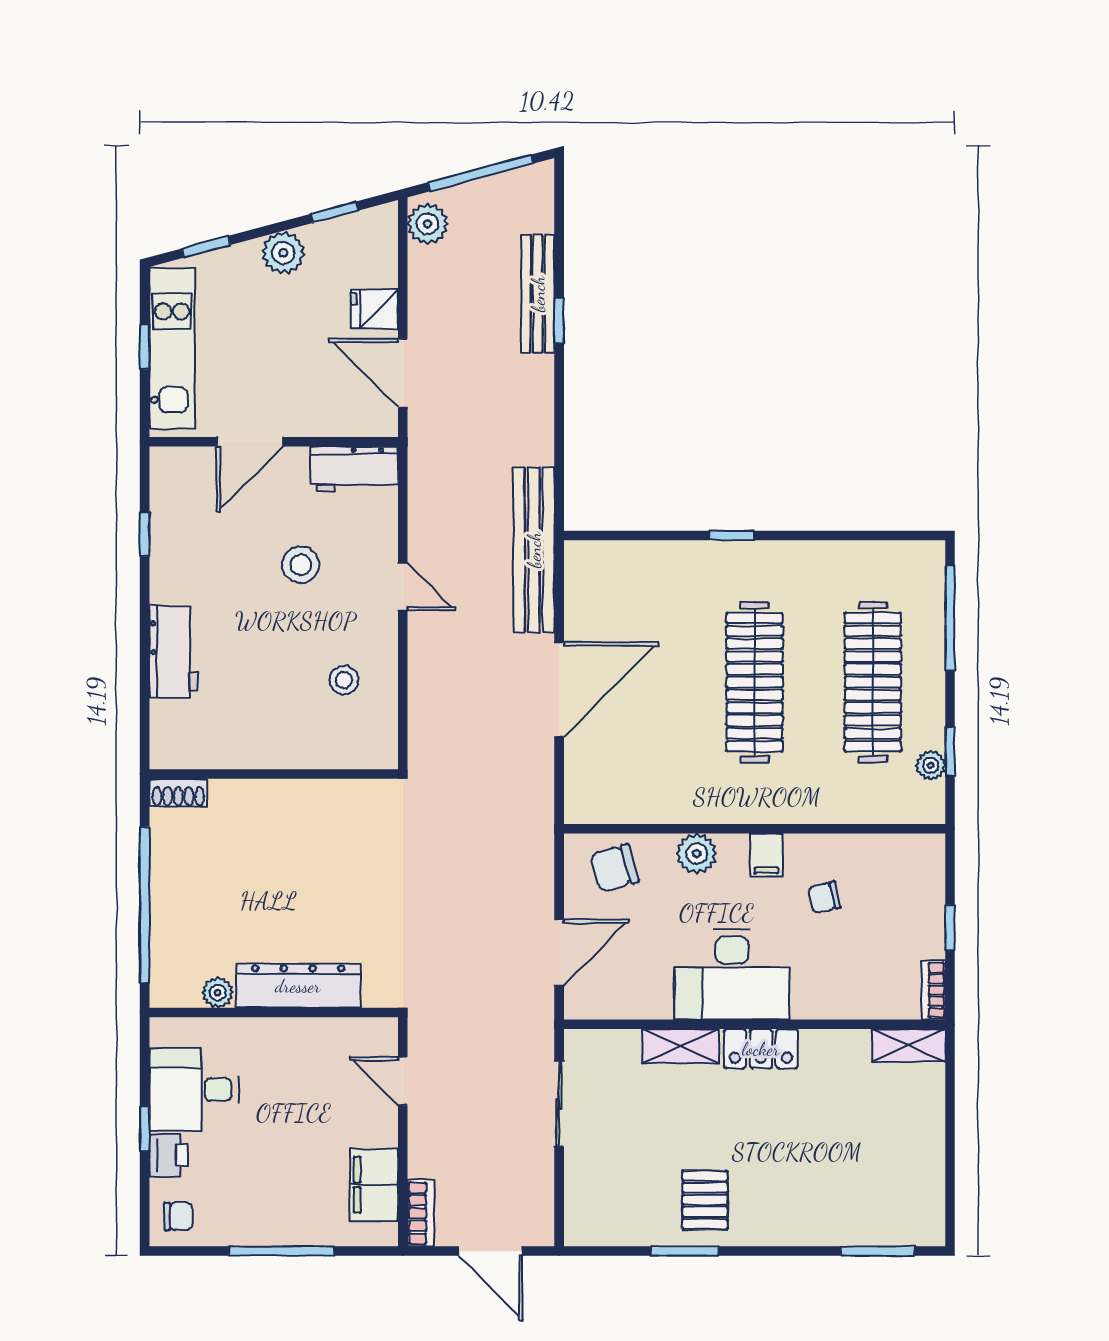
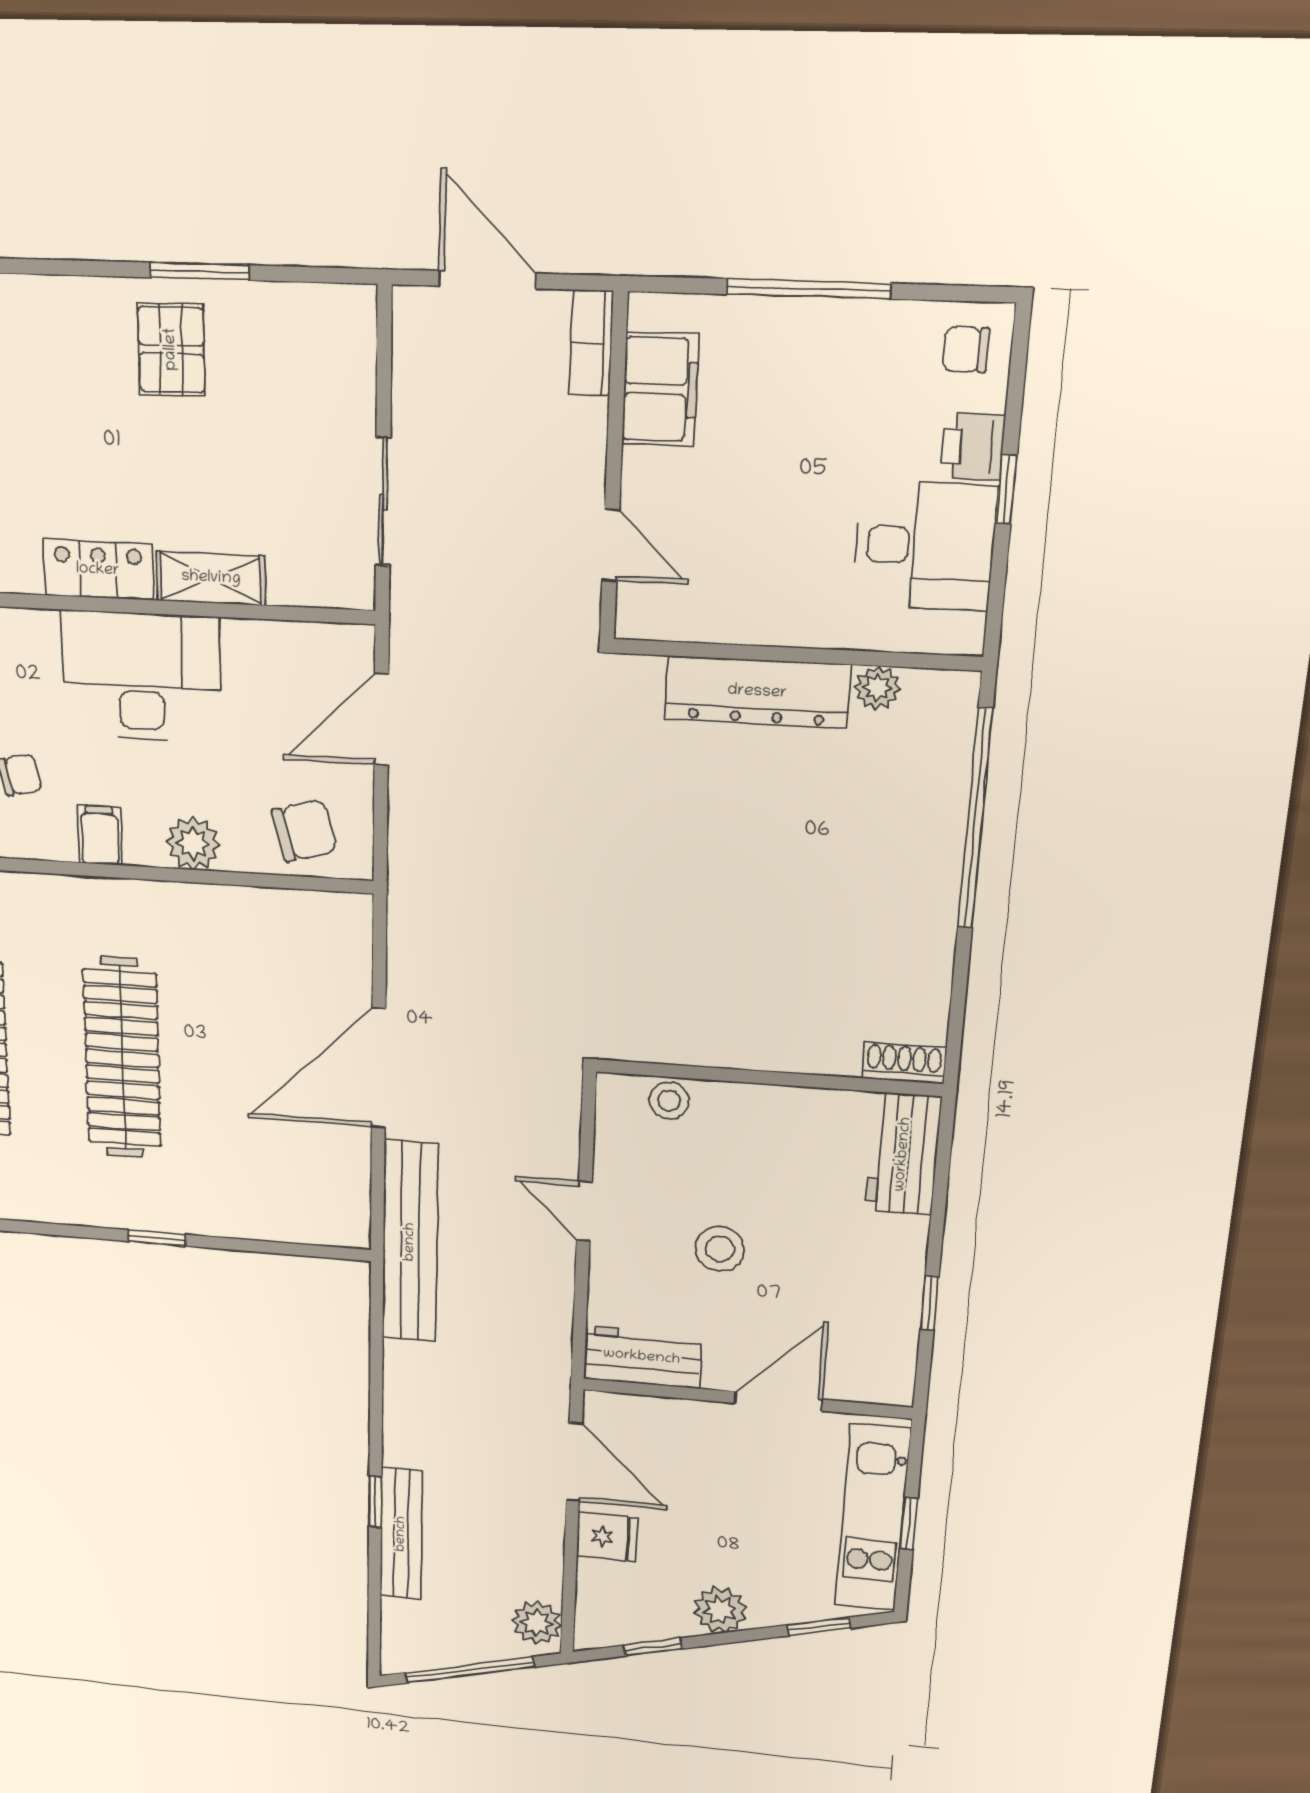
wall: (274, 774) -> (768, 1078), moved
shoe rack: (178, 793) -> (904, 1063), moved

